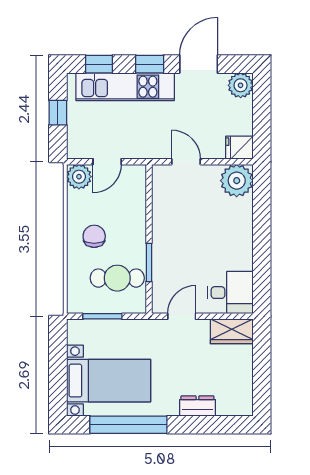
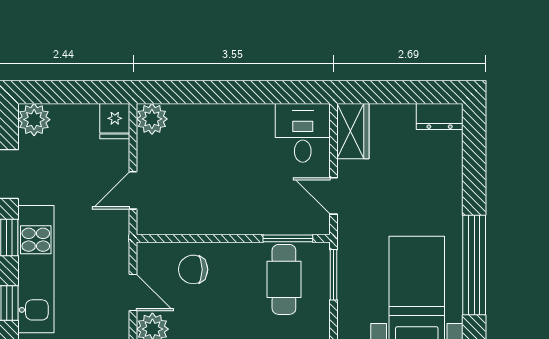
plant: (237, 181) -> (152, 119), width x0.73, depth x0.73
chair: (94, 236) -> (193, 269), moved
window: (149, 262) -> (288, 238), moved
window: (102, 316) -> (333, 275), moved
dresser: (197, 406) -> (440, 116), moved, turned -90

